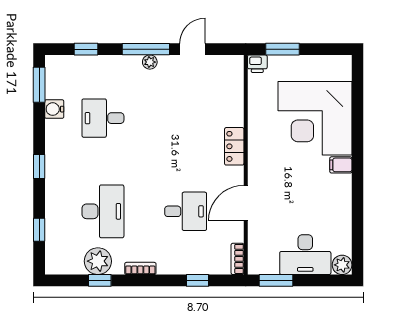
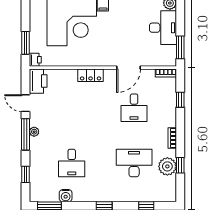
printer: (225, 68) -> (38, 81), added
door: (246, 203) -> (129, 68), hinge flipped
desk: (186, 211) -> (134, 108), turned 180

